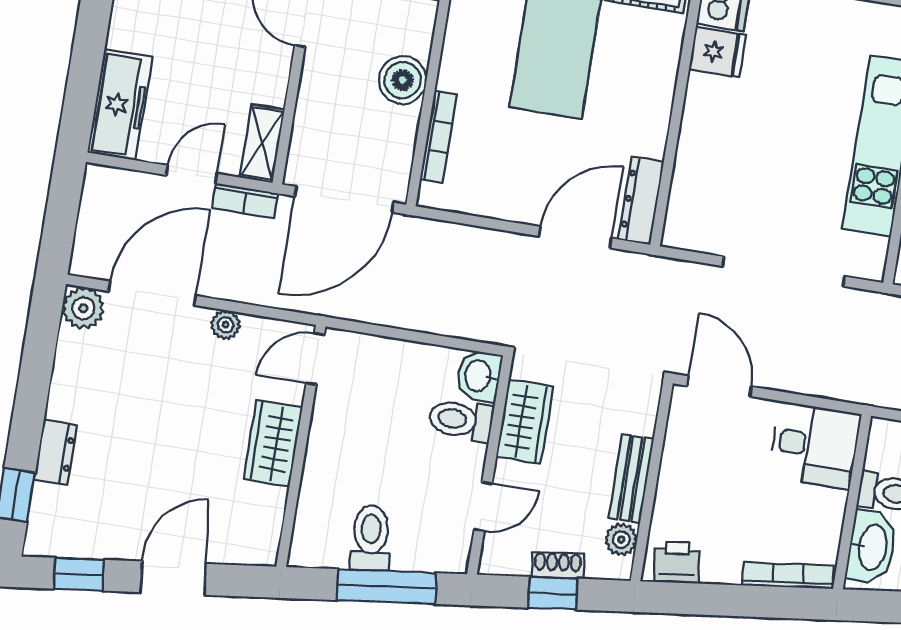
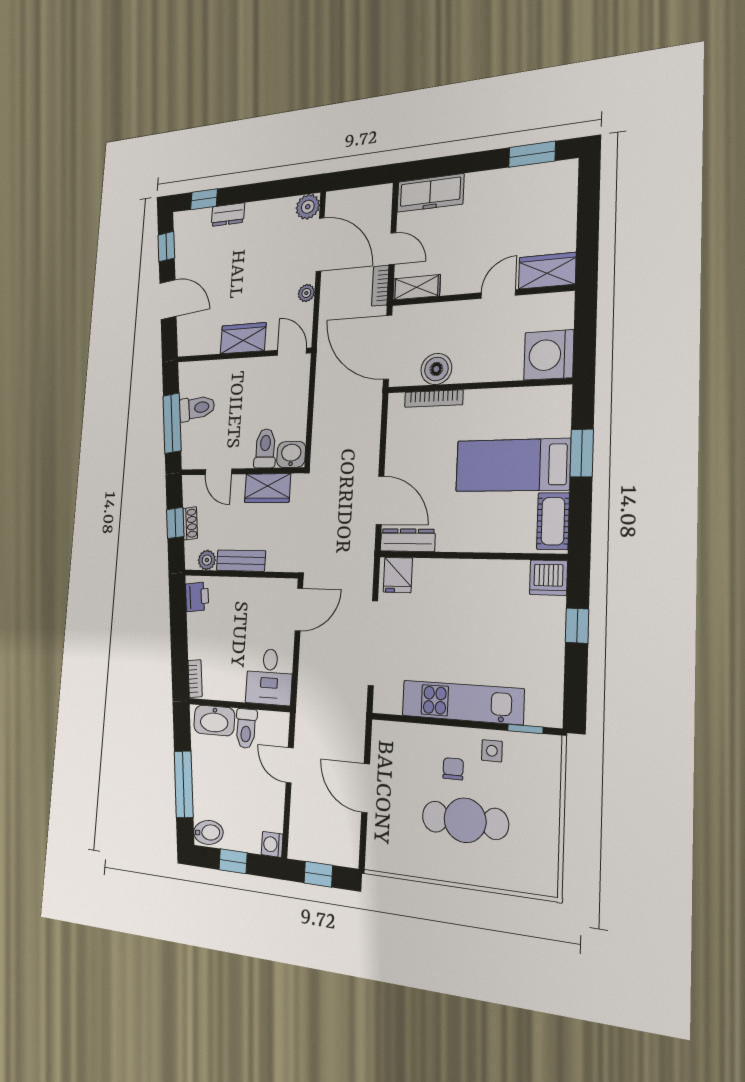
fridge: (717, 52) -> (398, 575), moved
boiler: (403, 80) -> (436, 369), moved
bookcase: (788, 576) -> (195, 679), width x0.64

